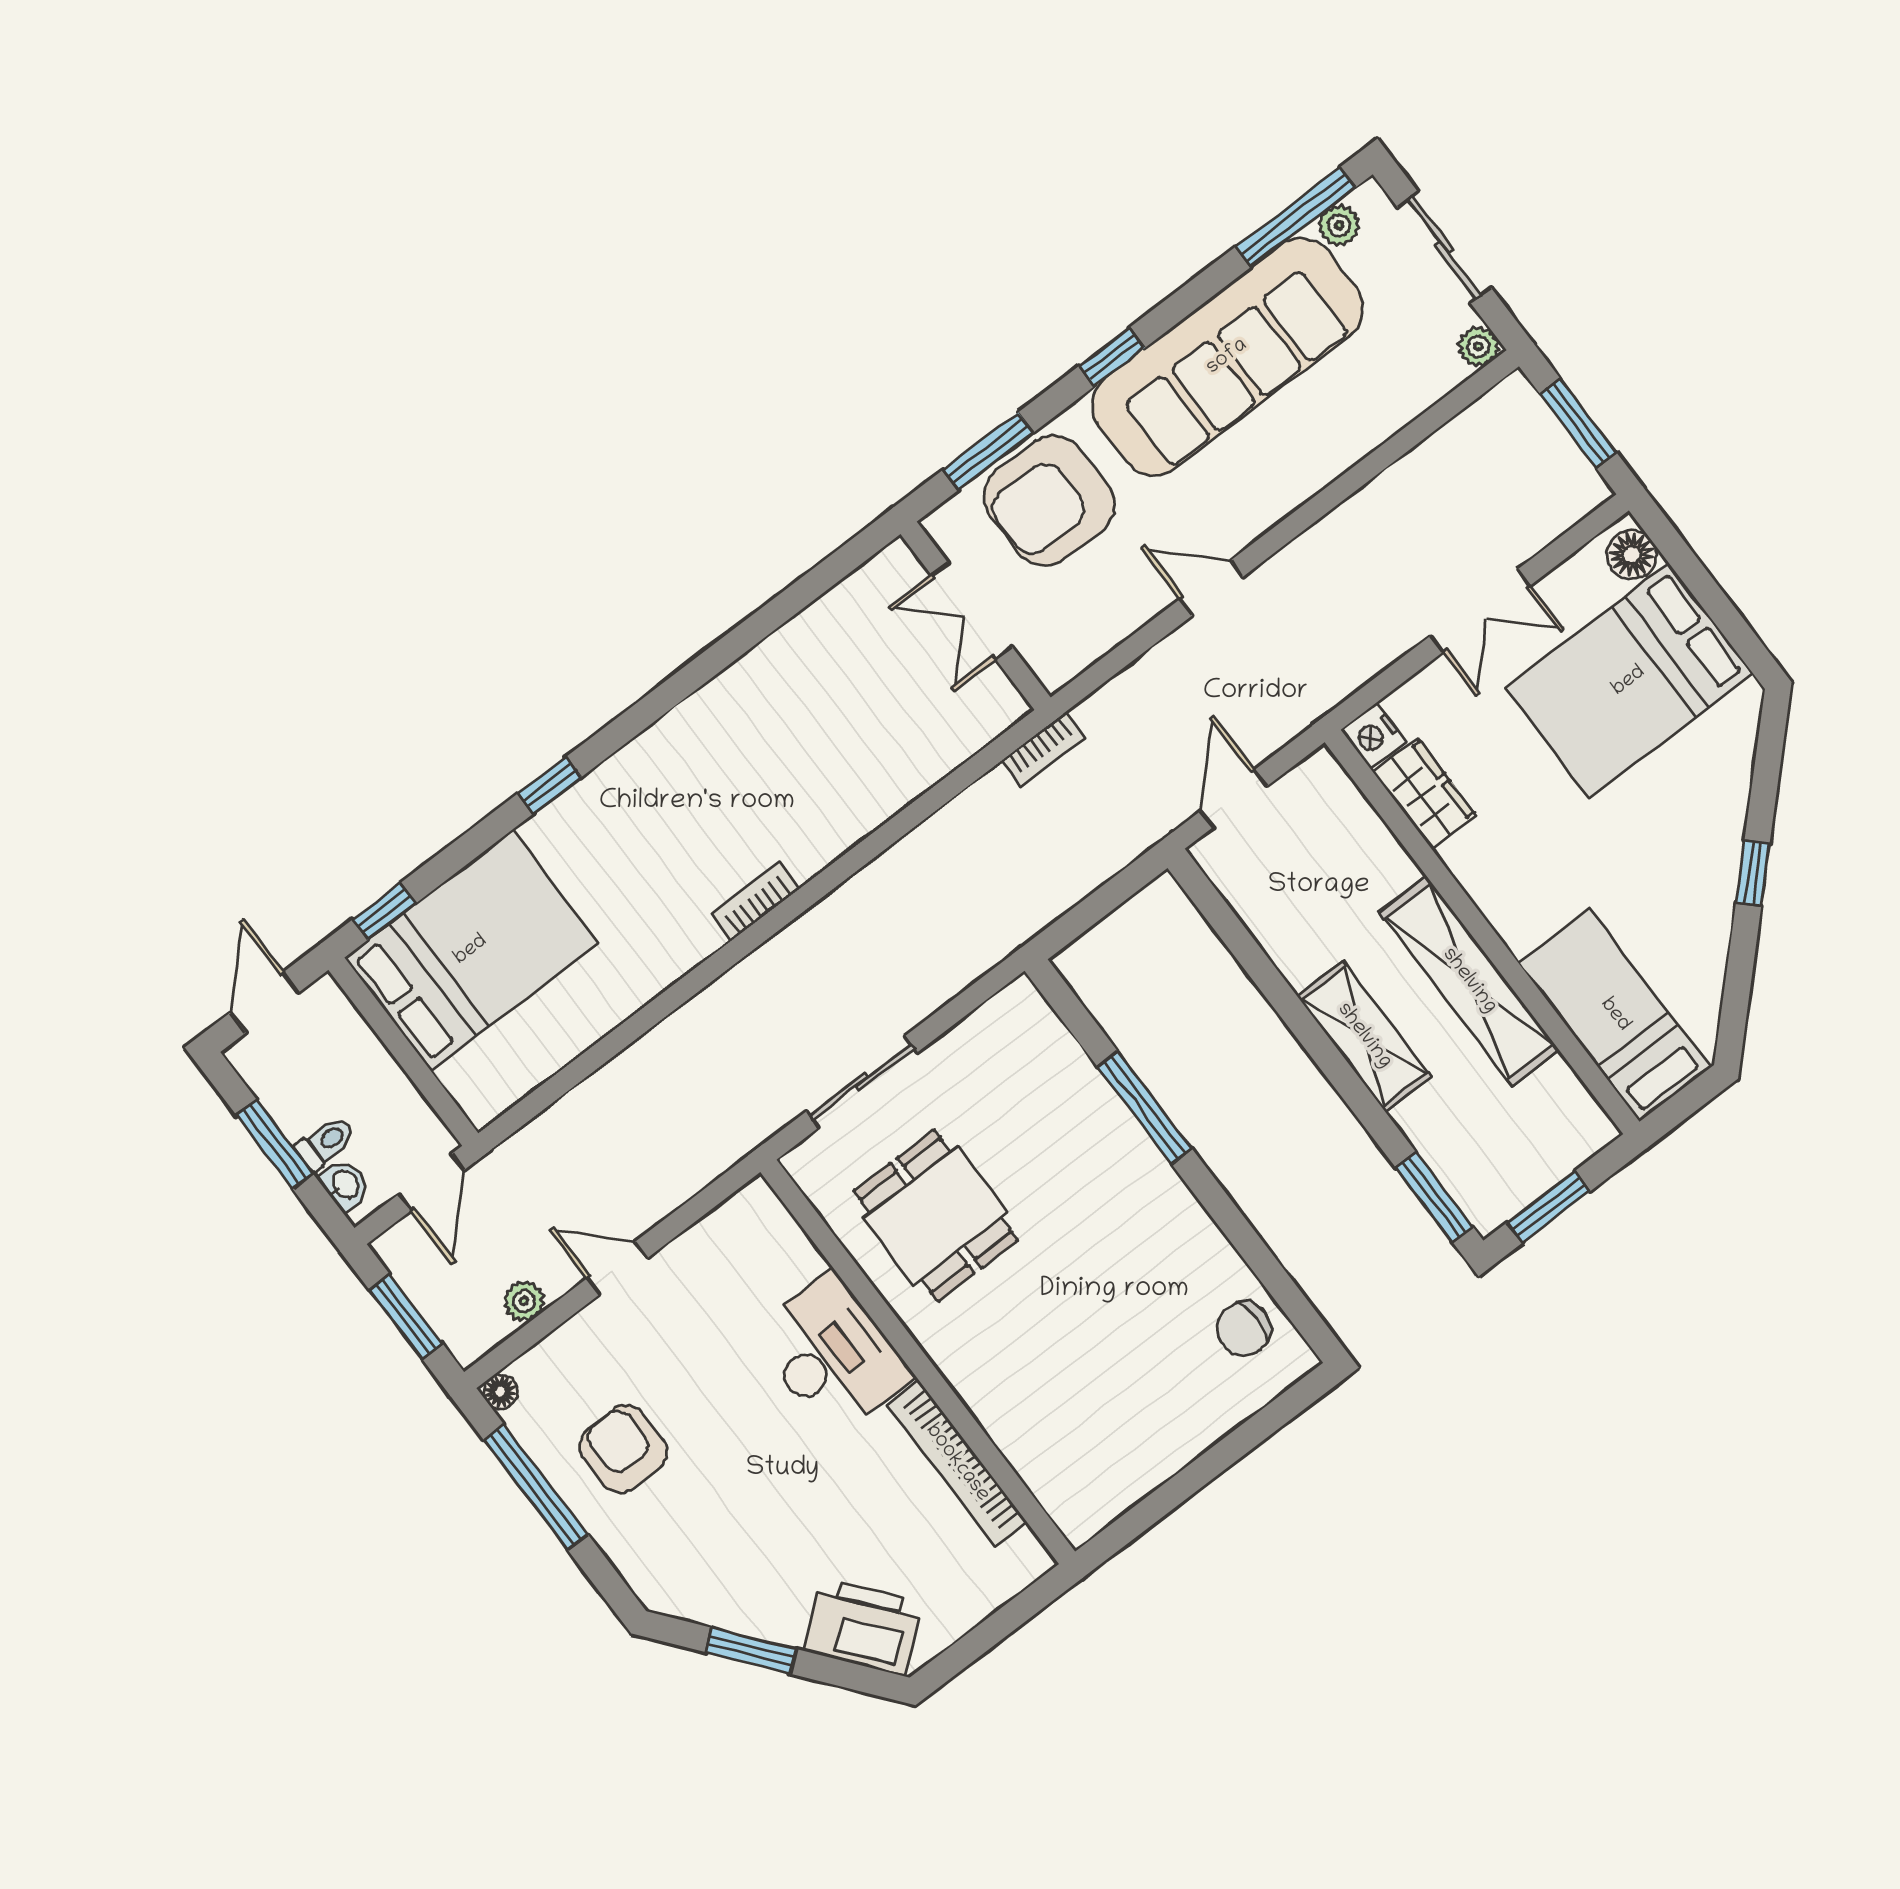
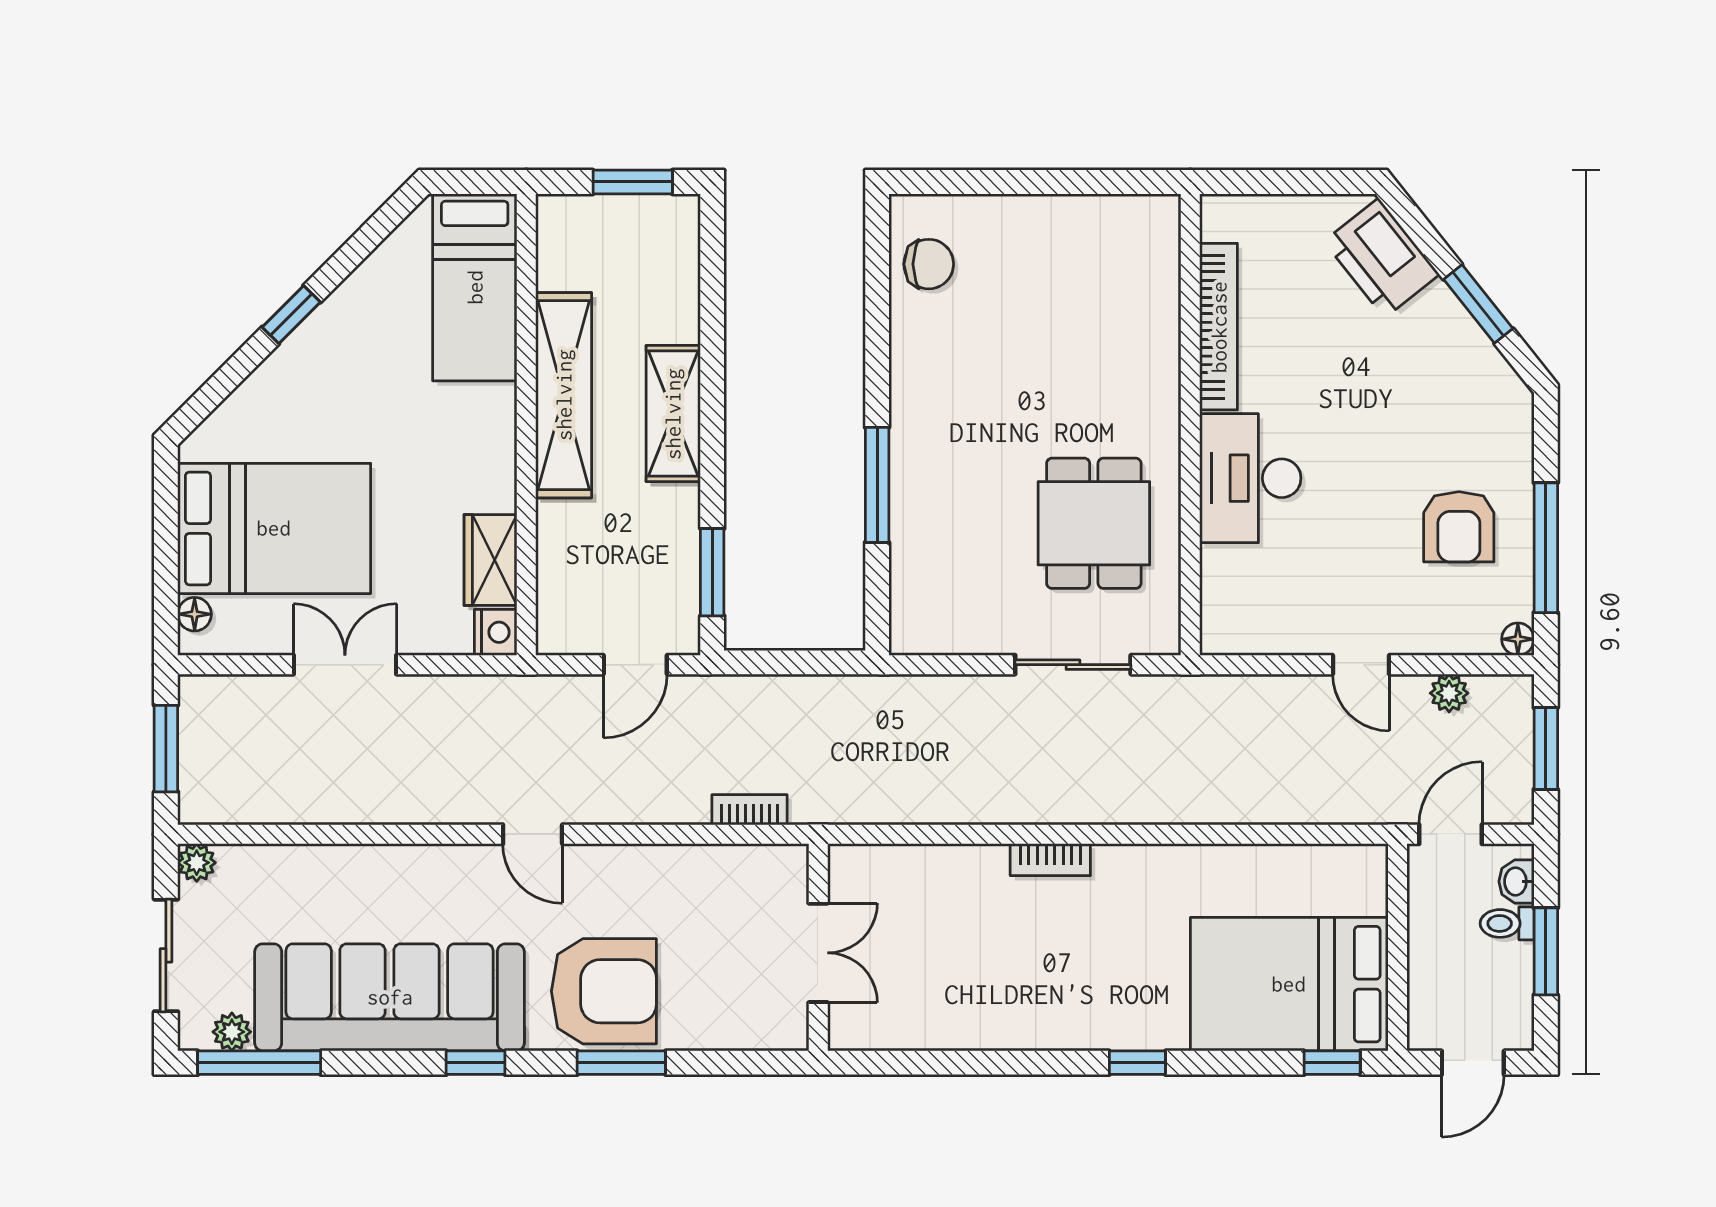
floor lamp: (1632, 555) -> (195, 614), width x0.73, depth x0.73
double door: (972, 611) -> (818, 953), moved
wall: (976, 616) -> (818, 947), moved
window: (1434, 1197) -> (712, 572), moved

